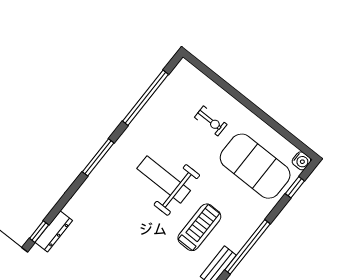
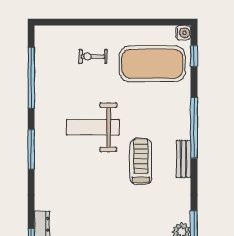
exercise bike: (211, 121) -> (93, 56), turned 180
treadmill: (199, 227) -> (141, 161), moved

